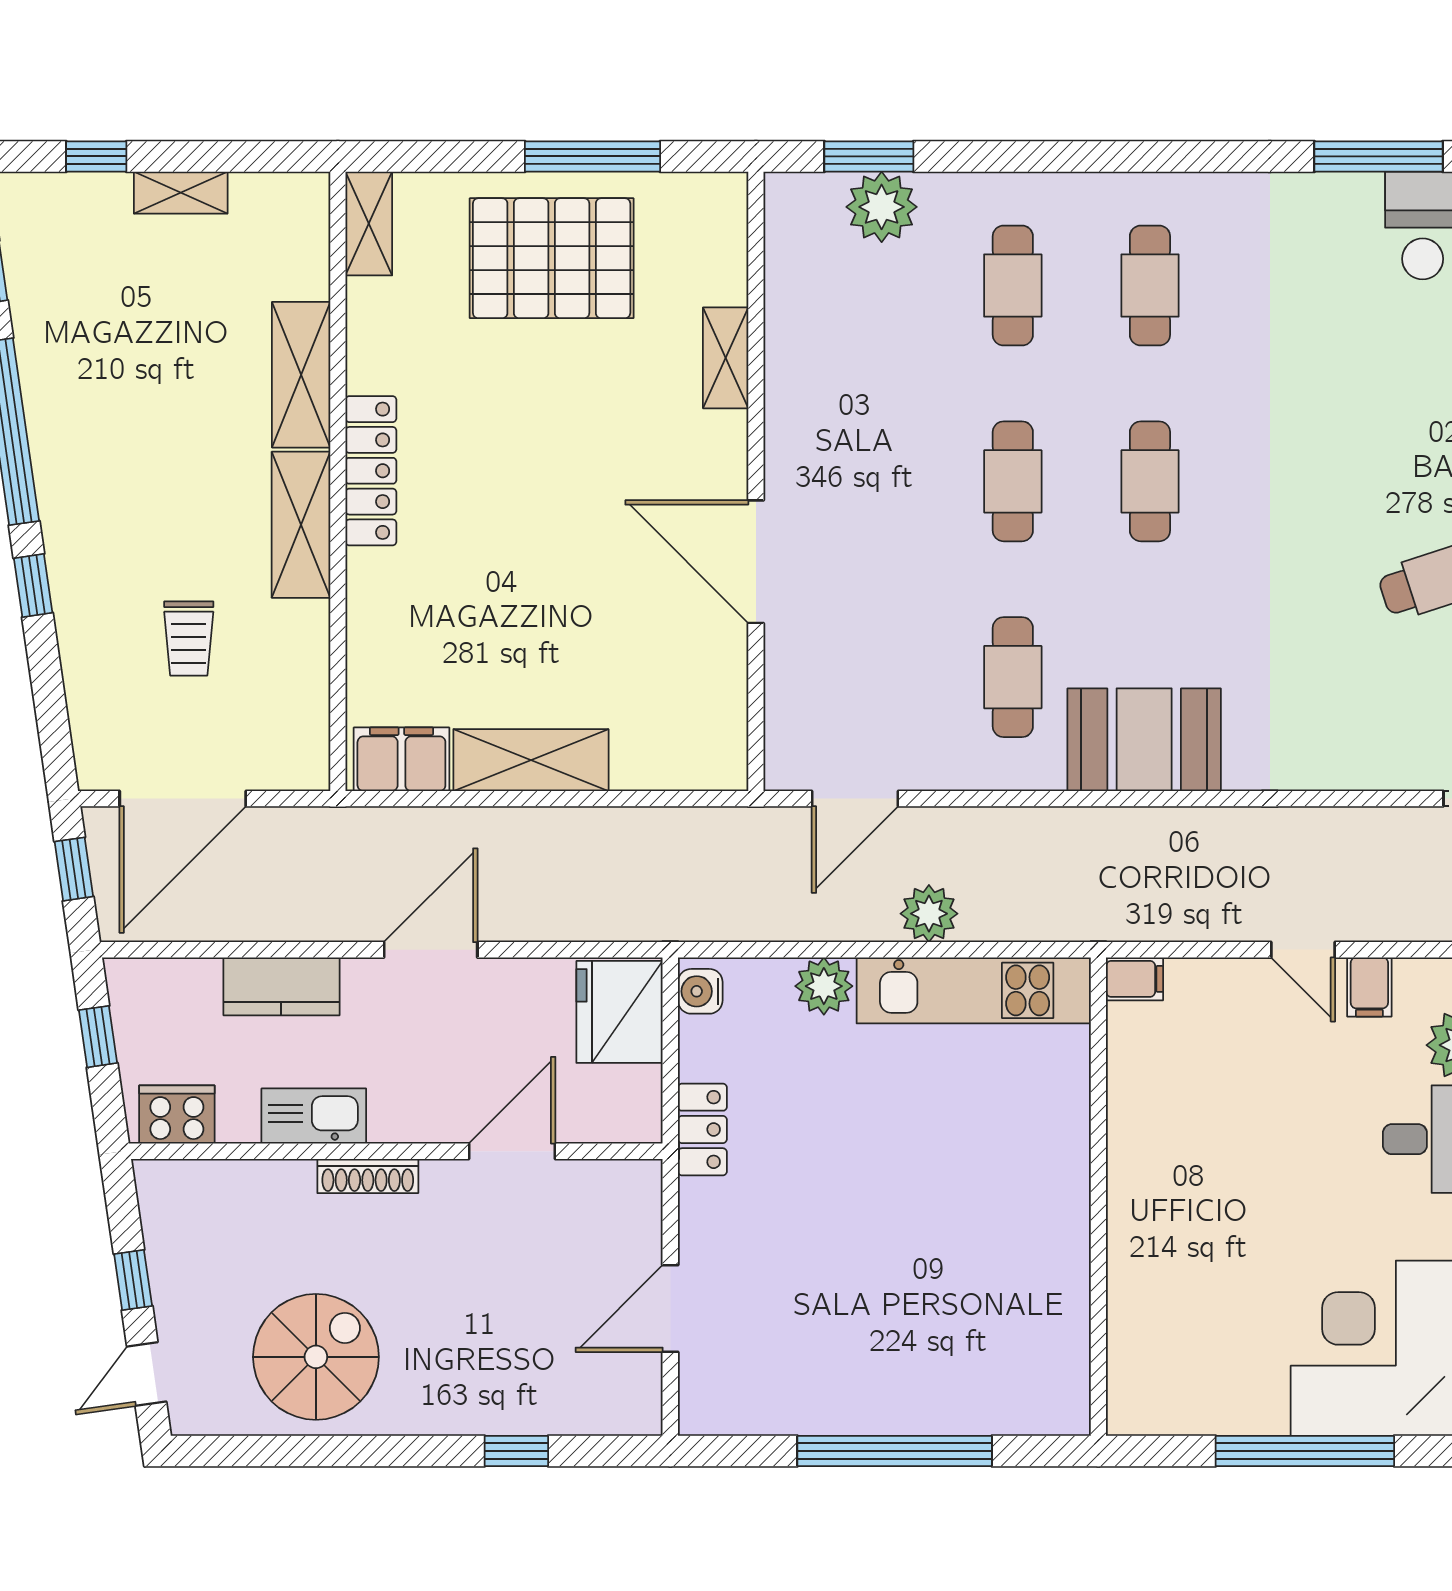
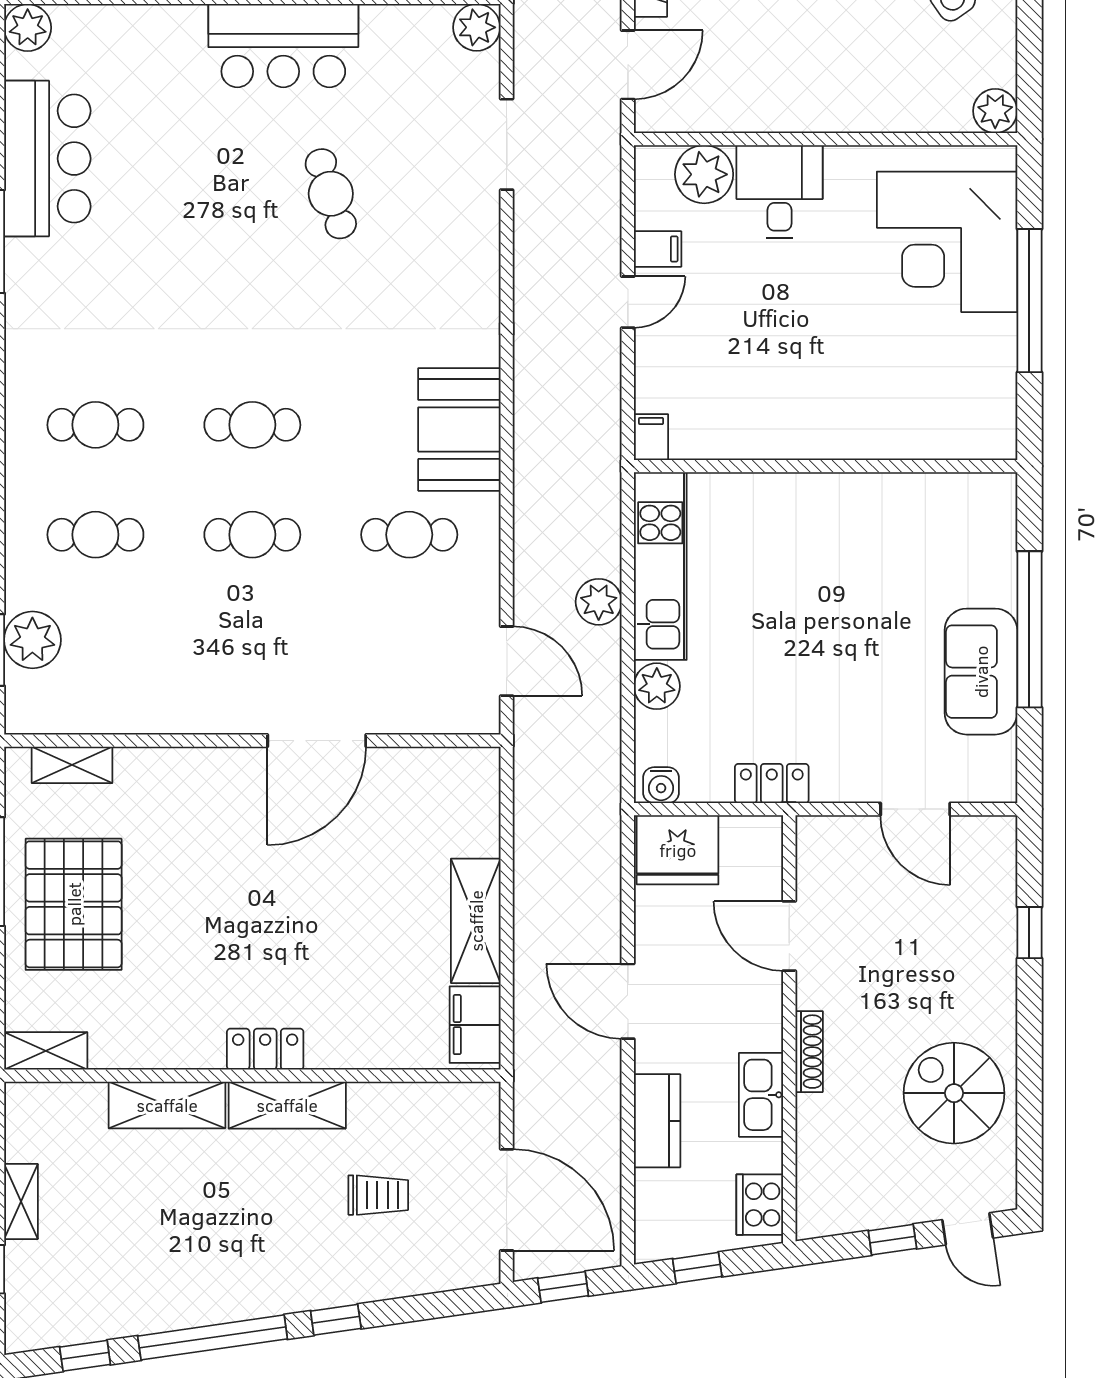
shelving: (726, 358) -> (72, 765), moved
locker: (371, 471) -> (265, 1049), width x0.66
sofa: (842, 1390) -> (981, 672), added

